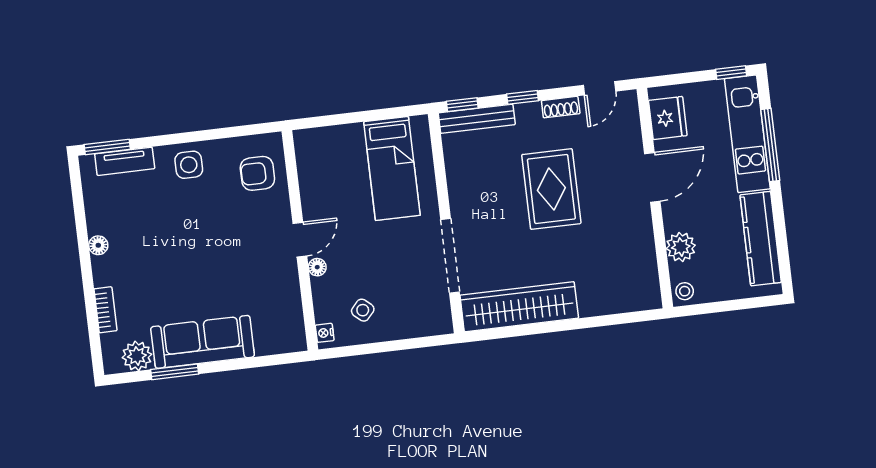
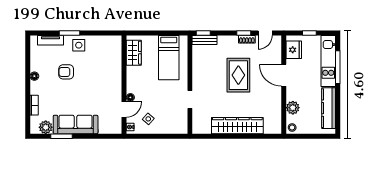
window: (731, 73) -> (309, 33), moved
window: (523, 97) -> (244, 33), moved
bench: (477, 119) -> (204, 40), width x0.73
window: (107, 147) -> (69, 33), moved
wardrobe: (313, 167) -> (134, 53), added
armchair: (257, 173) -> (66, 72), moved
door: (652, 177) -> (284, 75), swing flipped
door: (300, 240) -> (124, 110), moved
doorway: (450, 256) -> (190, 99), width x0.53
wardrobe: (519, 307) -> (237, 126), moved

